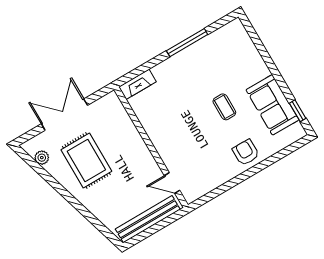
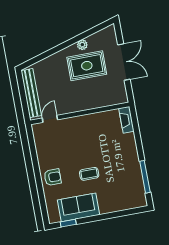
window: (187, 43) -> (145, 177), moved
plant: (42, 158) -> (82, 45), moved

